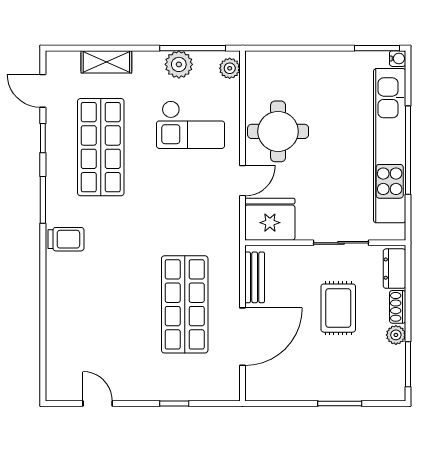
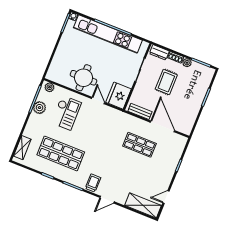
shelving: (106, 62) -> (22, 148), moved
door: (43, 91) -> (107, 200), moved
shop shelf: (185, 304) -> (139, 145), width x0.70, depth x0.74
rug: (338, 308) -> (166, 82), turned 90
shelving: (61, 362) -> (143, 205), added

